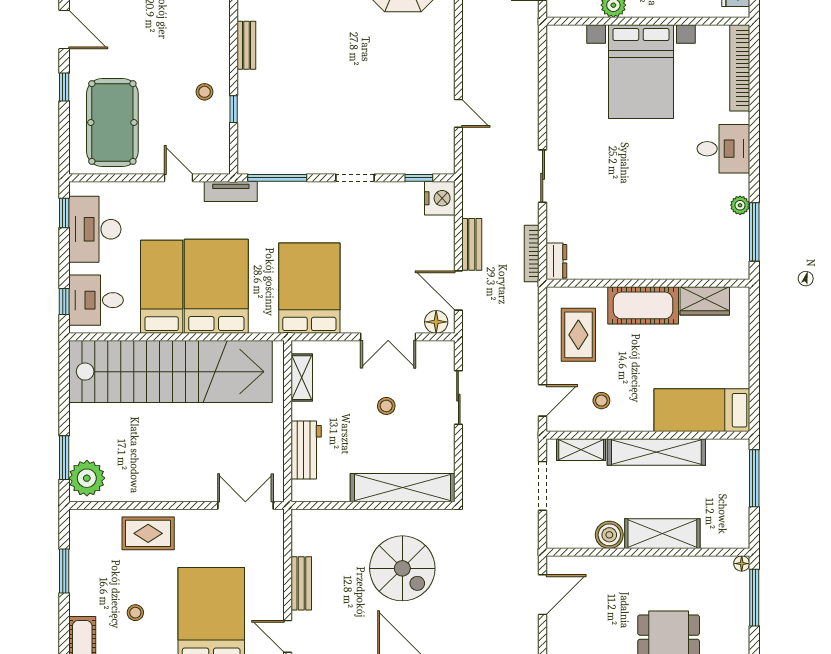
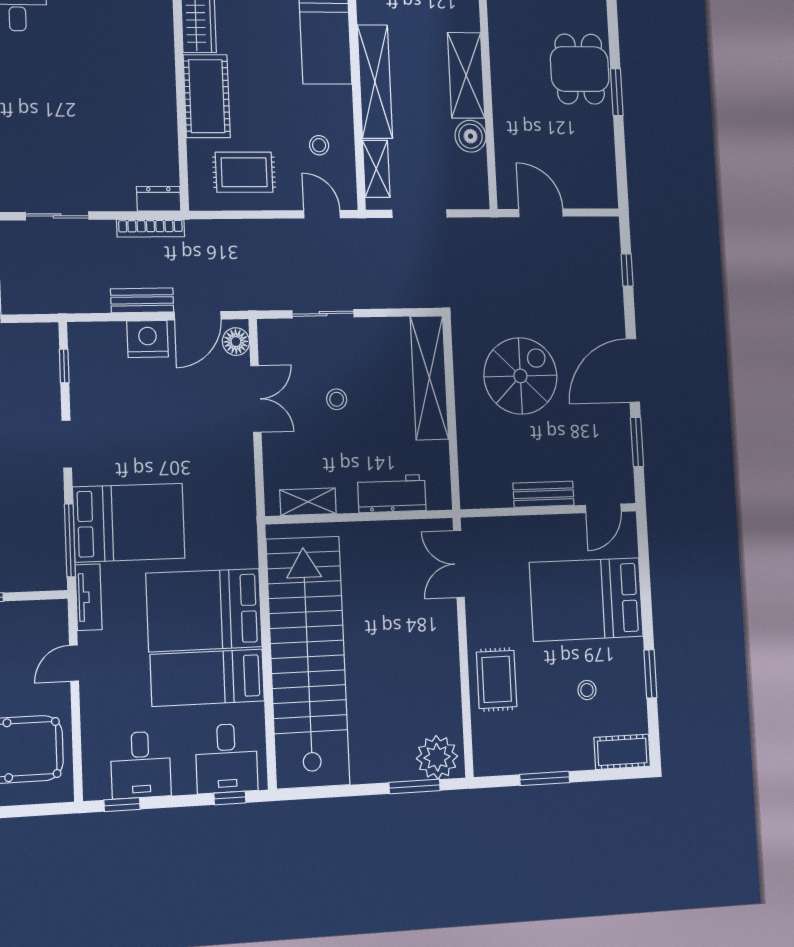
nightstand: (440, 198) -> (148, 339), moved
desk: (95, 229) -> (141, 765), width x0.73
bed: (309, 288) -> (129, 523), moved, turned 180

